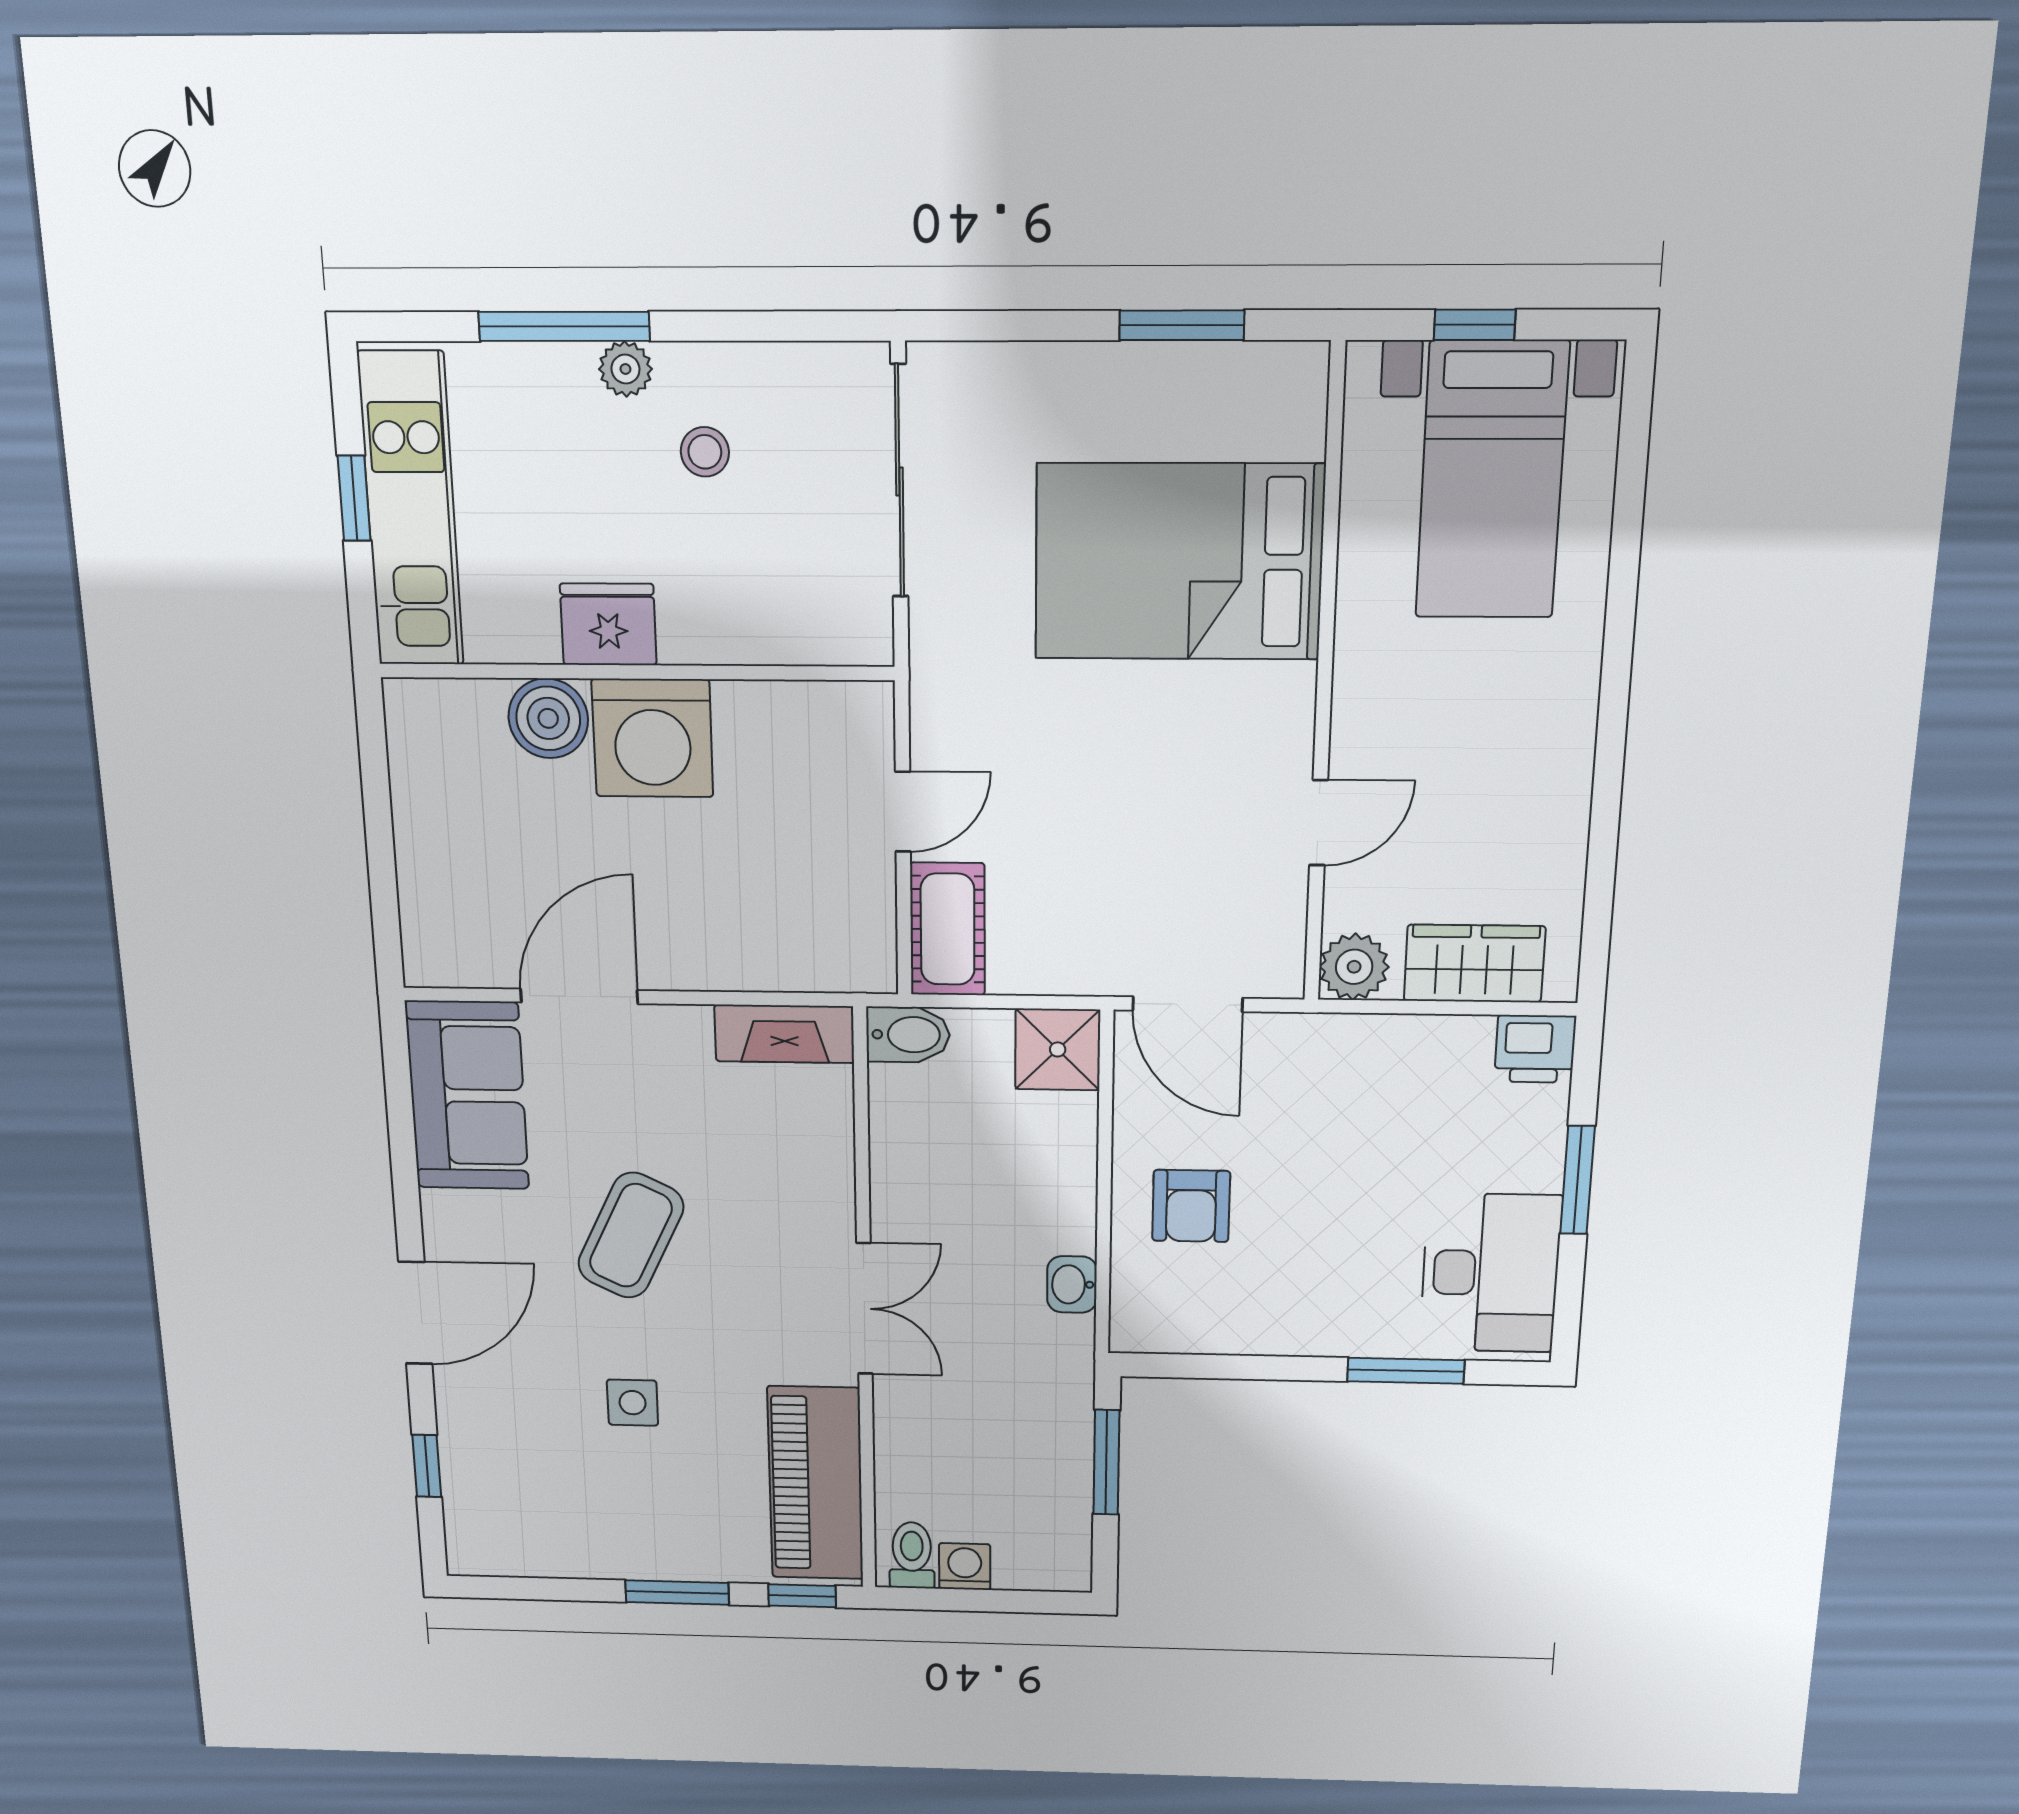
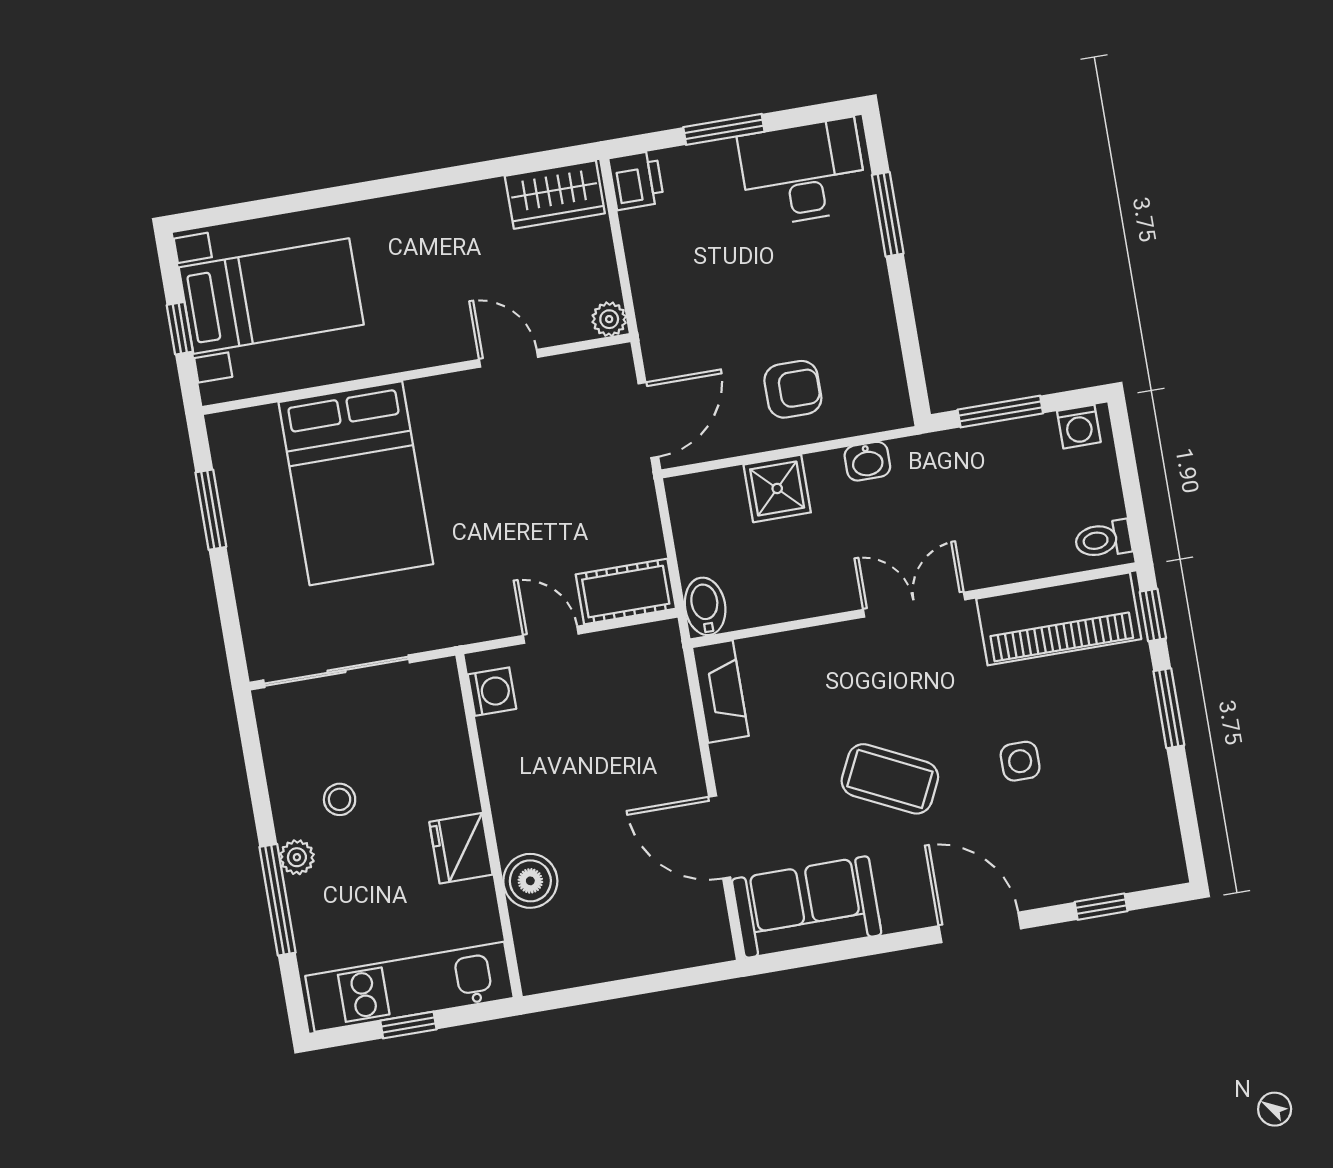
washing machine: (653, 738) -> (492, 692), moved, width x0.53, depth x0.53
wardrobe: (1474, 964) -> (555, 195), moved, turned -90
plant: (1354, 967) -> (609, 319), width x0.73, depth x0.73
shower: (1058, 1049) -> (777, 488), moved
washing machine: (965, 1566) -> (1079, 427), moved, turned -90

